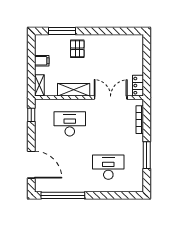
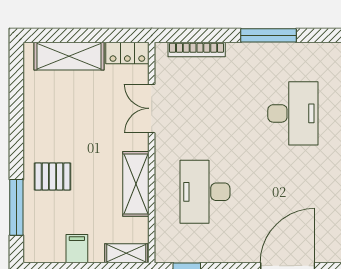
shelving: (136, 57) -> (69, 56), added
double door: (111, 98) -> (152, 108), width x0.73
desk: (108, 167) -> (293, 113), turned 180

